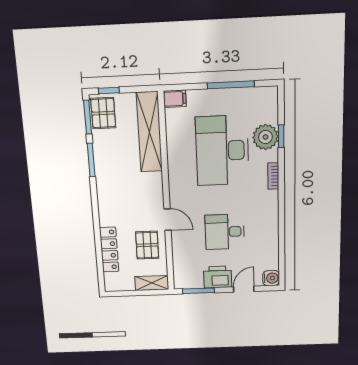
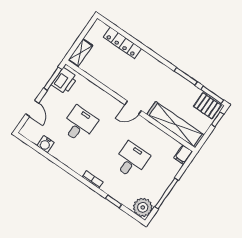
plant: (266, 137) -> (143, 207), moved
desk: (222, 151) -> (131, 160), width x0.53, depth x0.77
door: (167, 219) -> (133, 108), moved
pallet: (147, 245) -> (107, 69), removed
printer: (218, 277) -> (65, 81), moved
water cooler: (271, 278) -> (45, 144), moved

